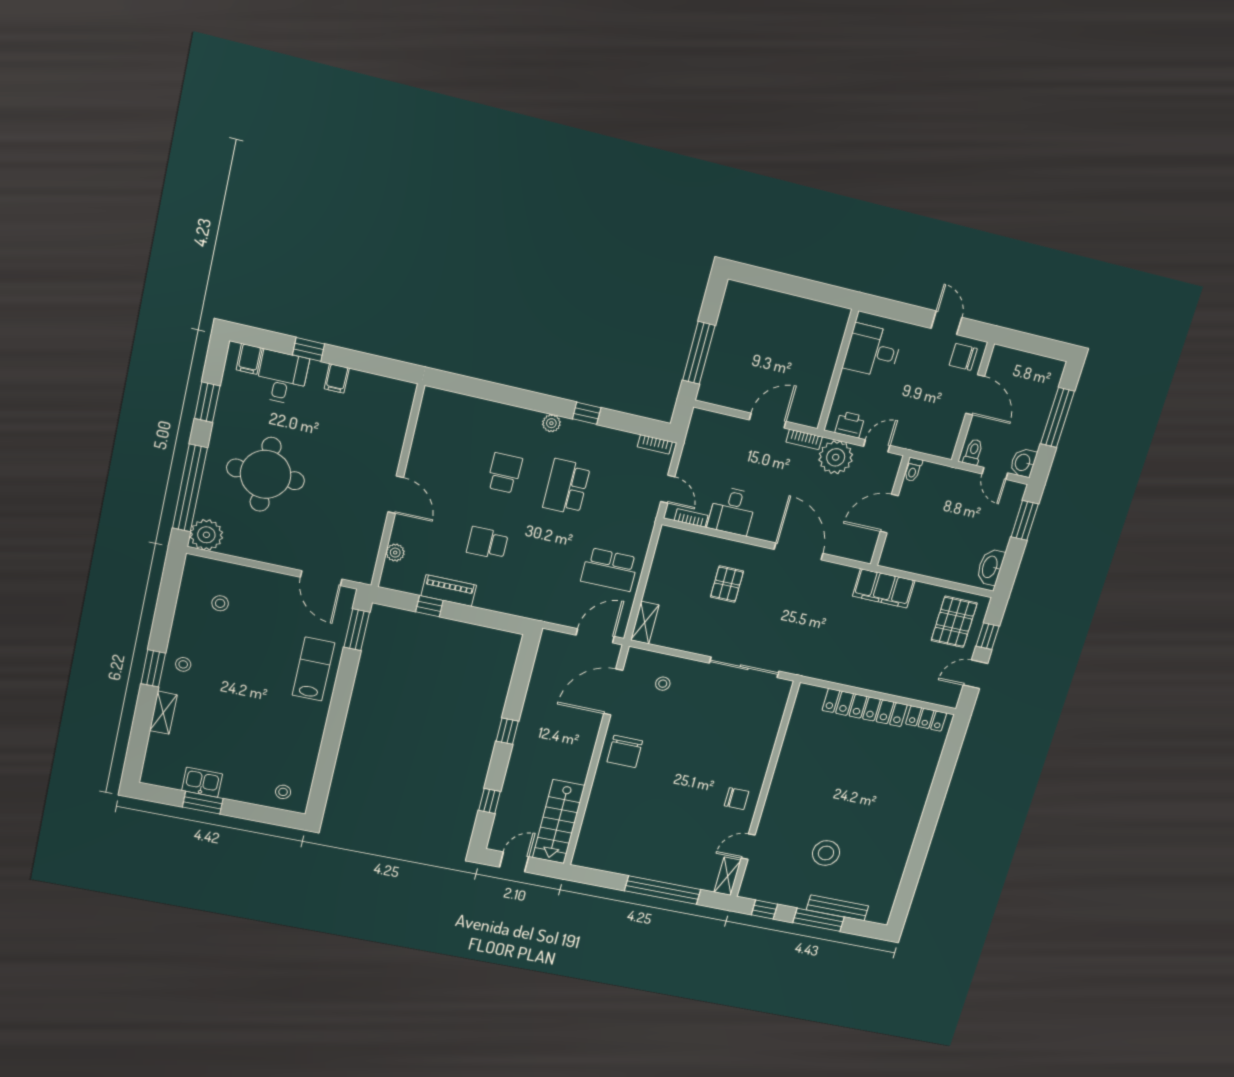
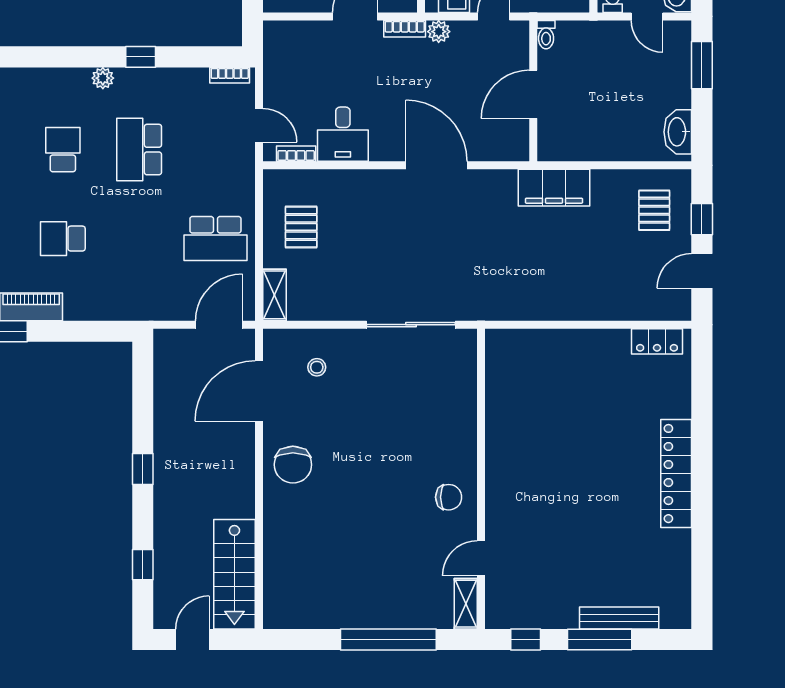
plant: (836, 457) -> (439, 32), width x0.53, depth x0.53
pallet: (727, 584) -> (301, 227), moved
pallet: (954, 622) -> (654, 210), width x0.67, depth x0.71
locker: (865, 708) -> (676, 474), moved, turned 90
stool: (826, 853) -> (583, 546), removed

